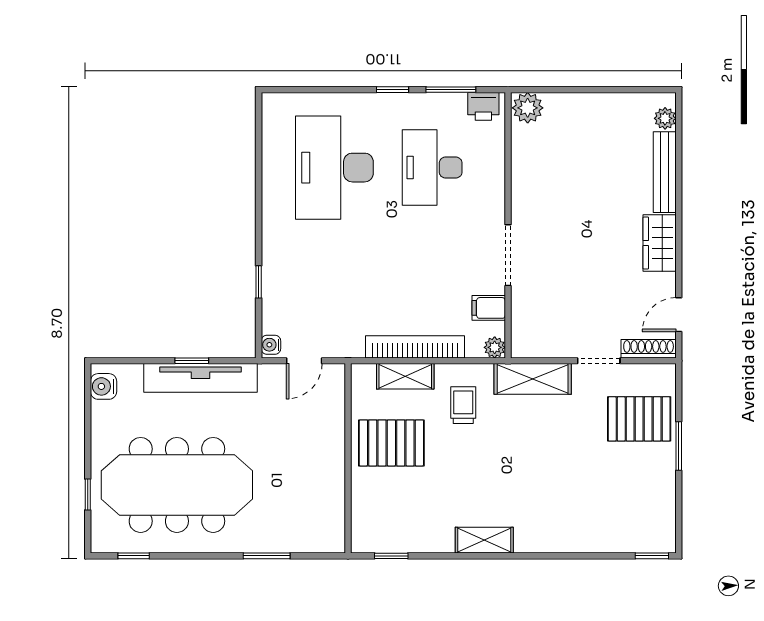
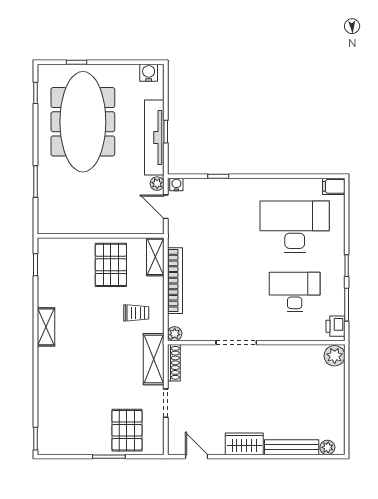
filing cabinet: (489, 308) -> (334, 186), moved, turned -90
shoe rack: (649, 349) -> (174, 363), moved
plant: (269, 374) -> (157, 184), added
shelving: (405, 376) -> (155, 257), moved

